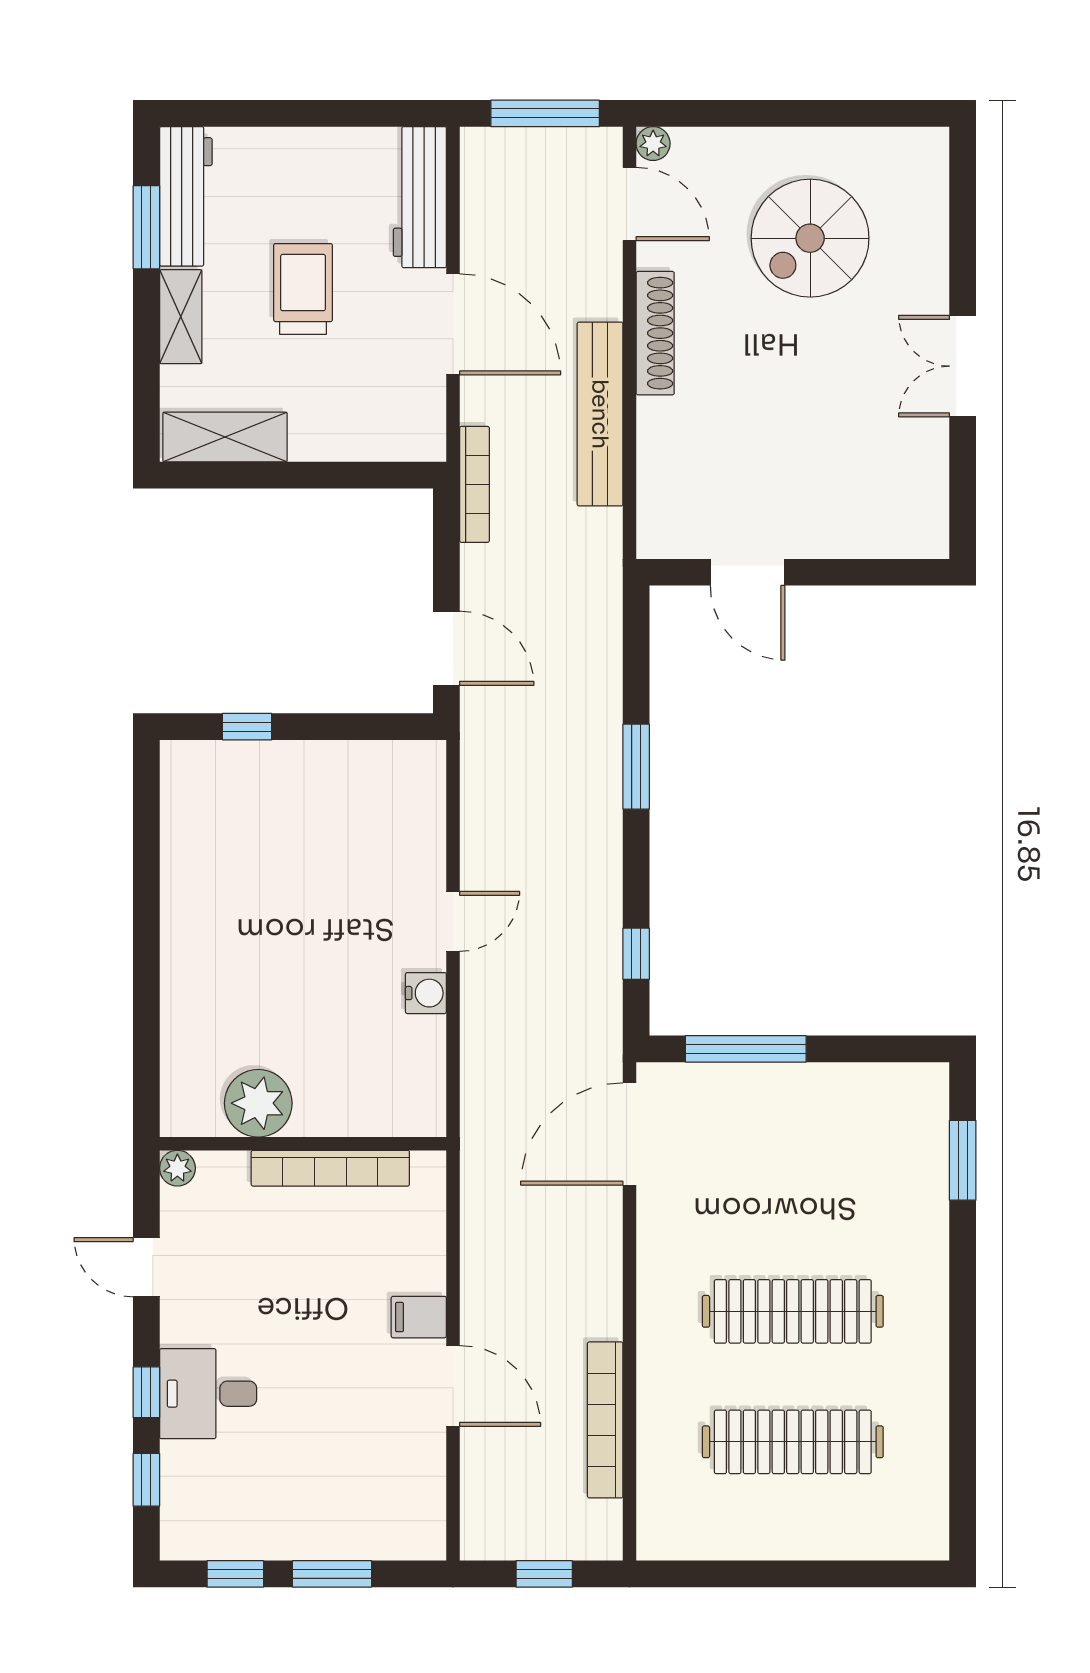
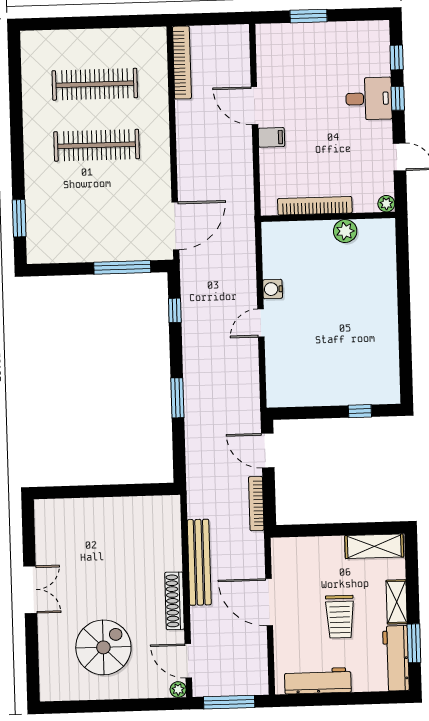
workbench: (420, 197) -> (318, 681), moved, turned -90
bookcase: (474, 484) -> (256, 504), moved
door: (748, 572) -> (128, 490), removed
plant: (258, 1103) -> (345, 231), width x0.73, depth x0.73
bookcase: (605, 1420) -> (182, 63), moved
window: (235, 1574) -> (354, 15), removed
window: (544, 1574) -> (209, 19), removed

